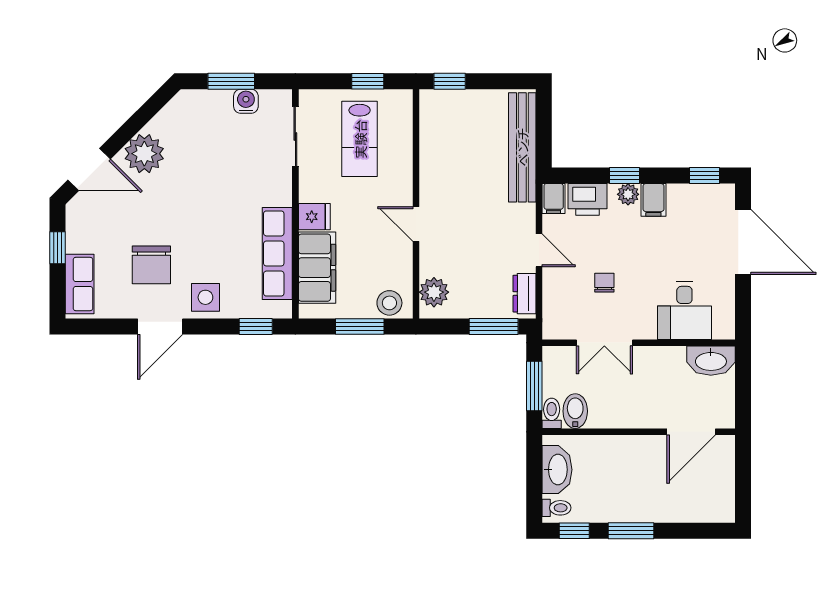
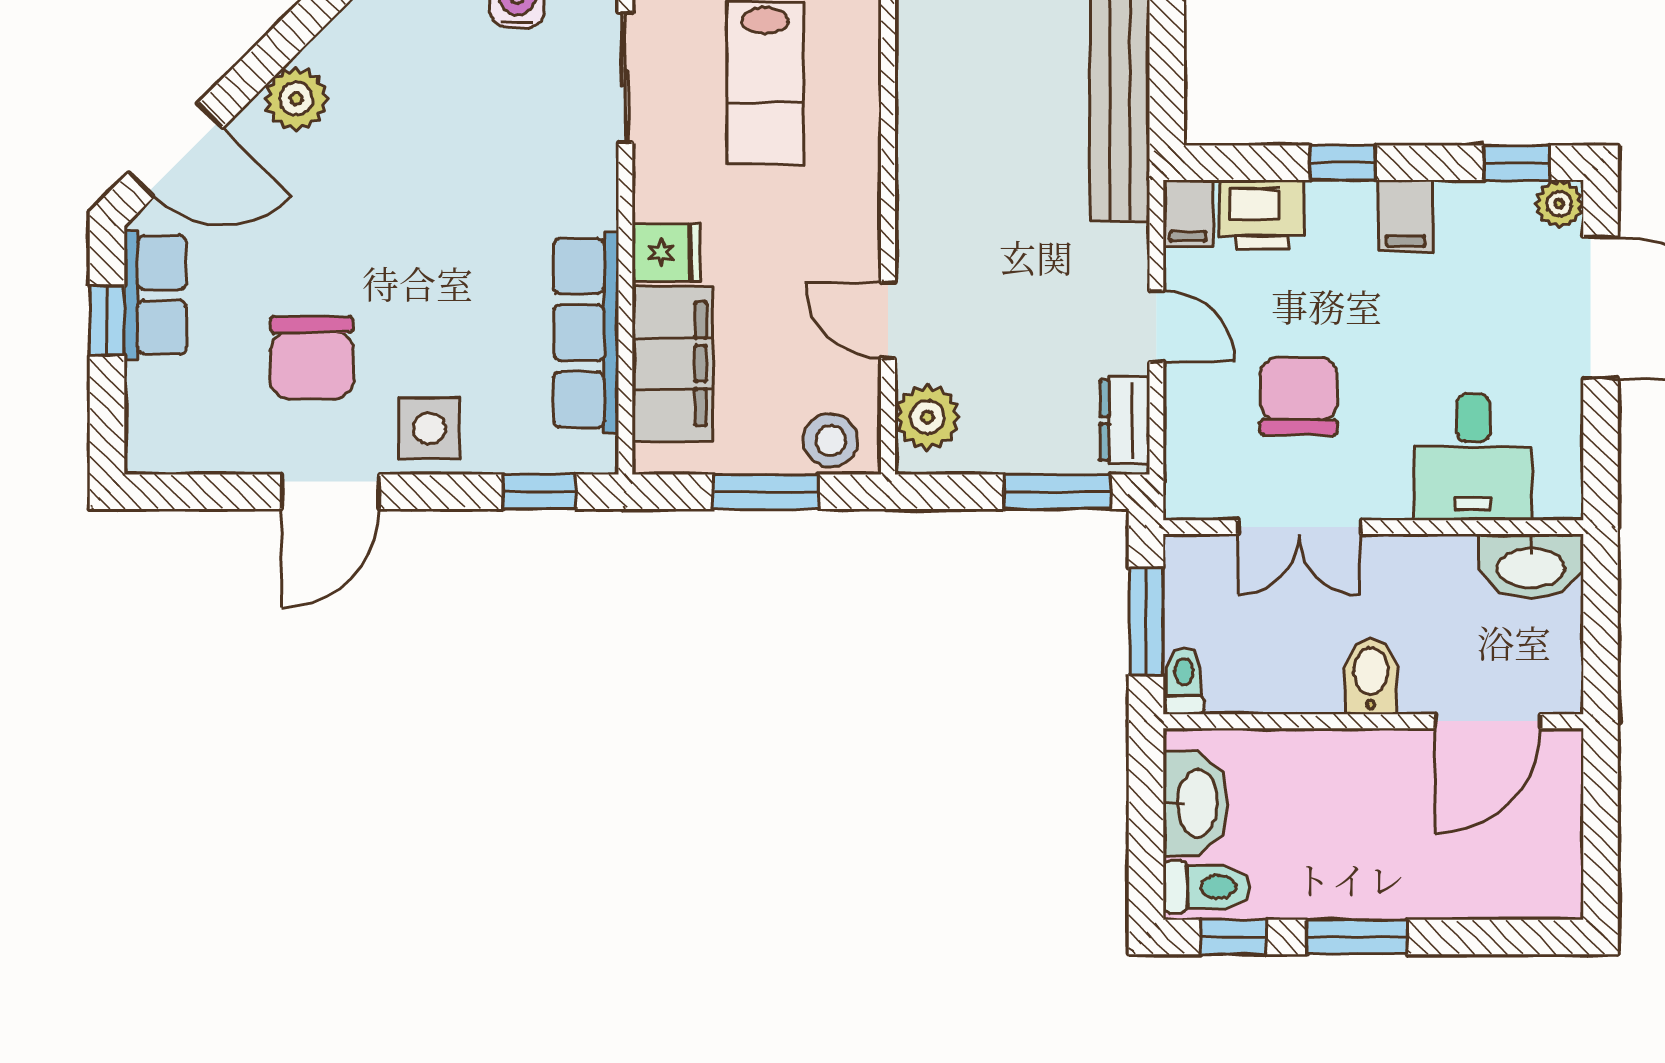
plant: (144, 154) -> (296, 99), width x0.73, depth x0.73
plant: (628, 194) -> (1559, 204), moved
door: (416, 224) -> (888, 320), moved
chair: (604, 283) -> (1299, 396), width x1.87, depth x1.87
row of seats: (80, 284) -> (155, 295), moved
bidet: (575, 411) -> (1371, 676), moved
toilet: (557, 508) -> (1206, 887), width x1.37, depth x1.39

